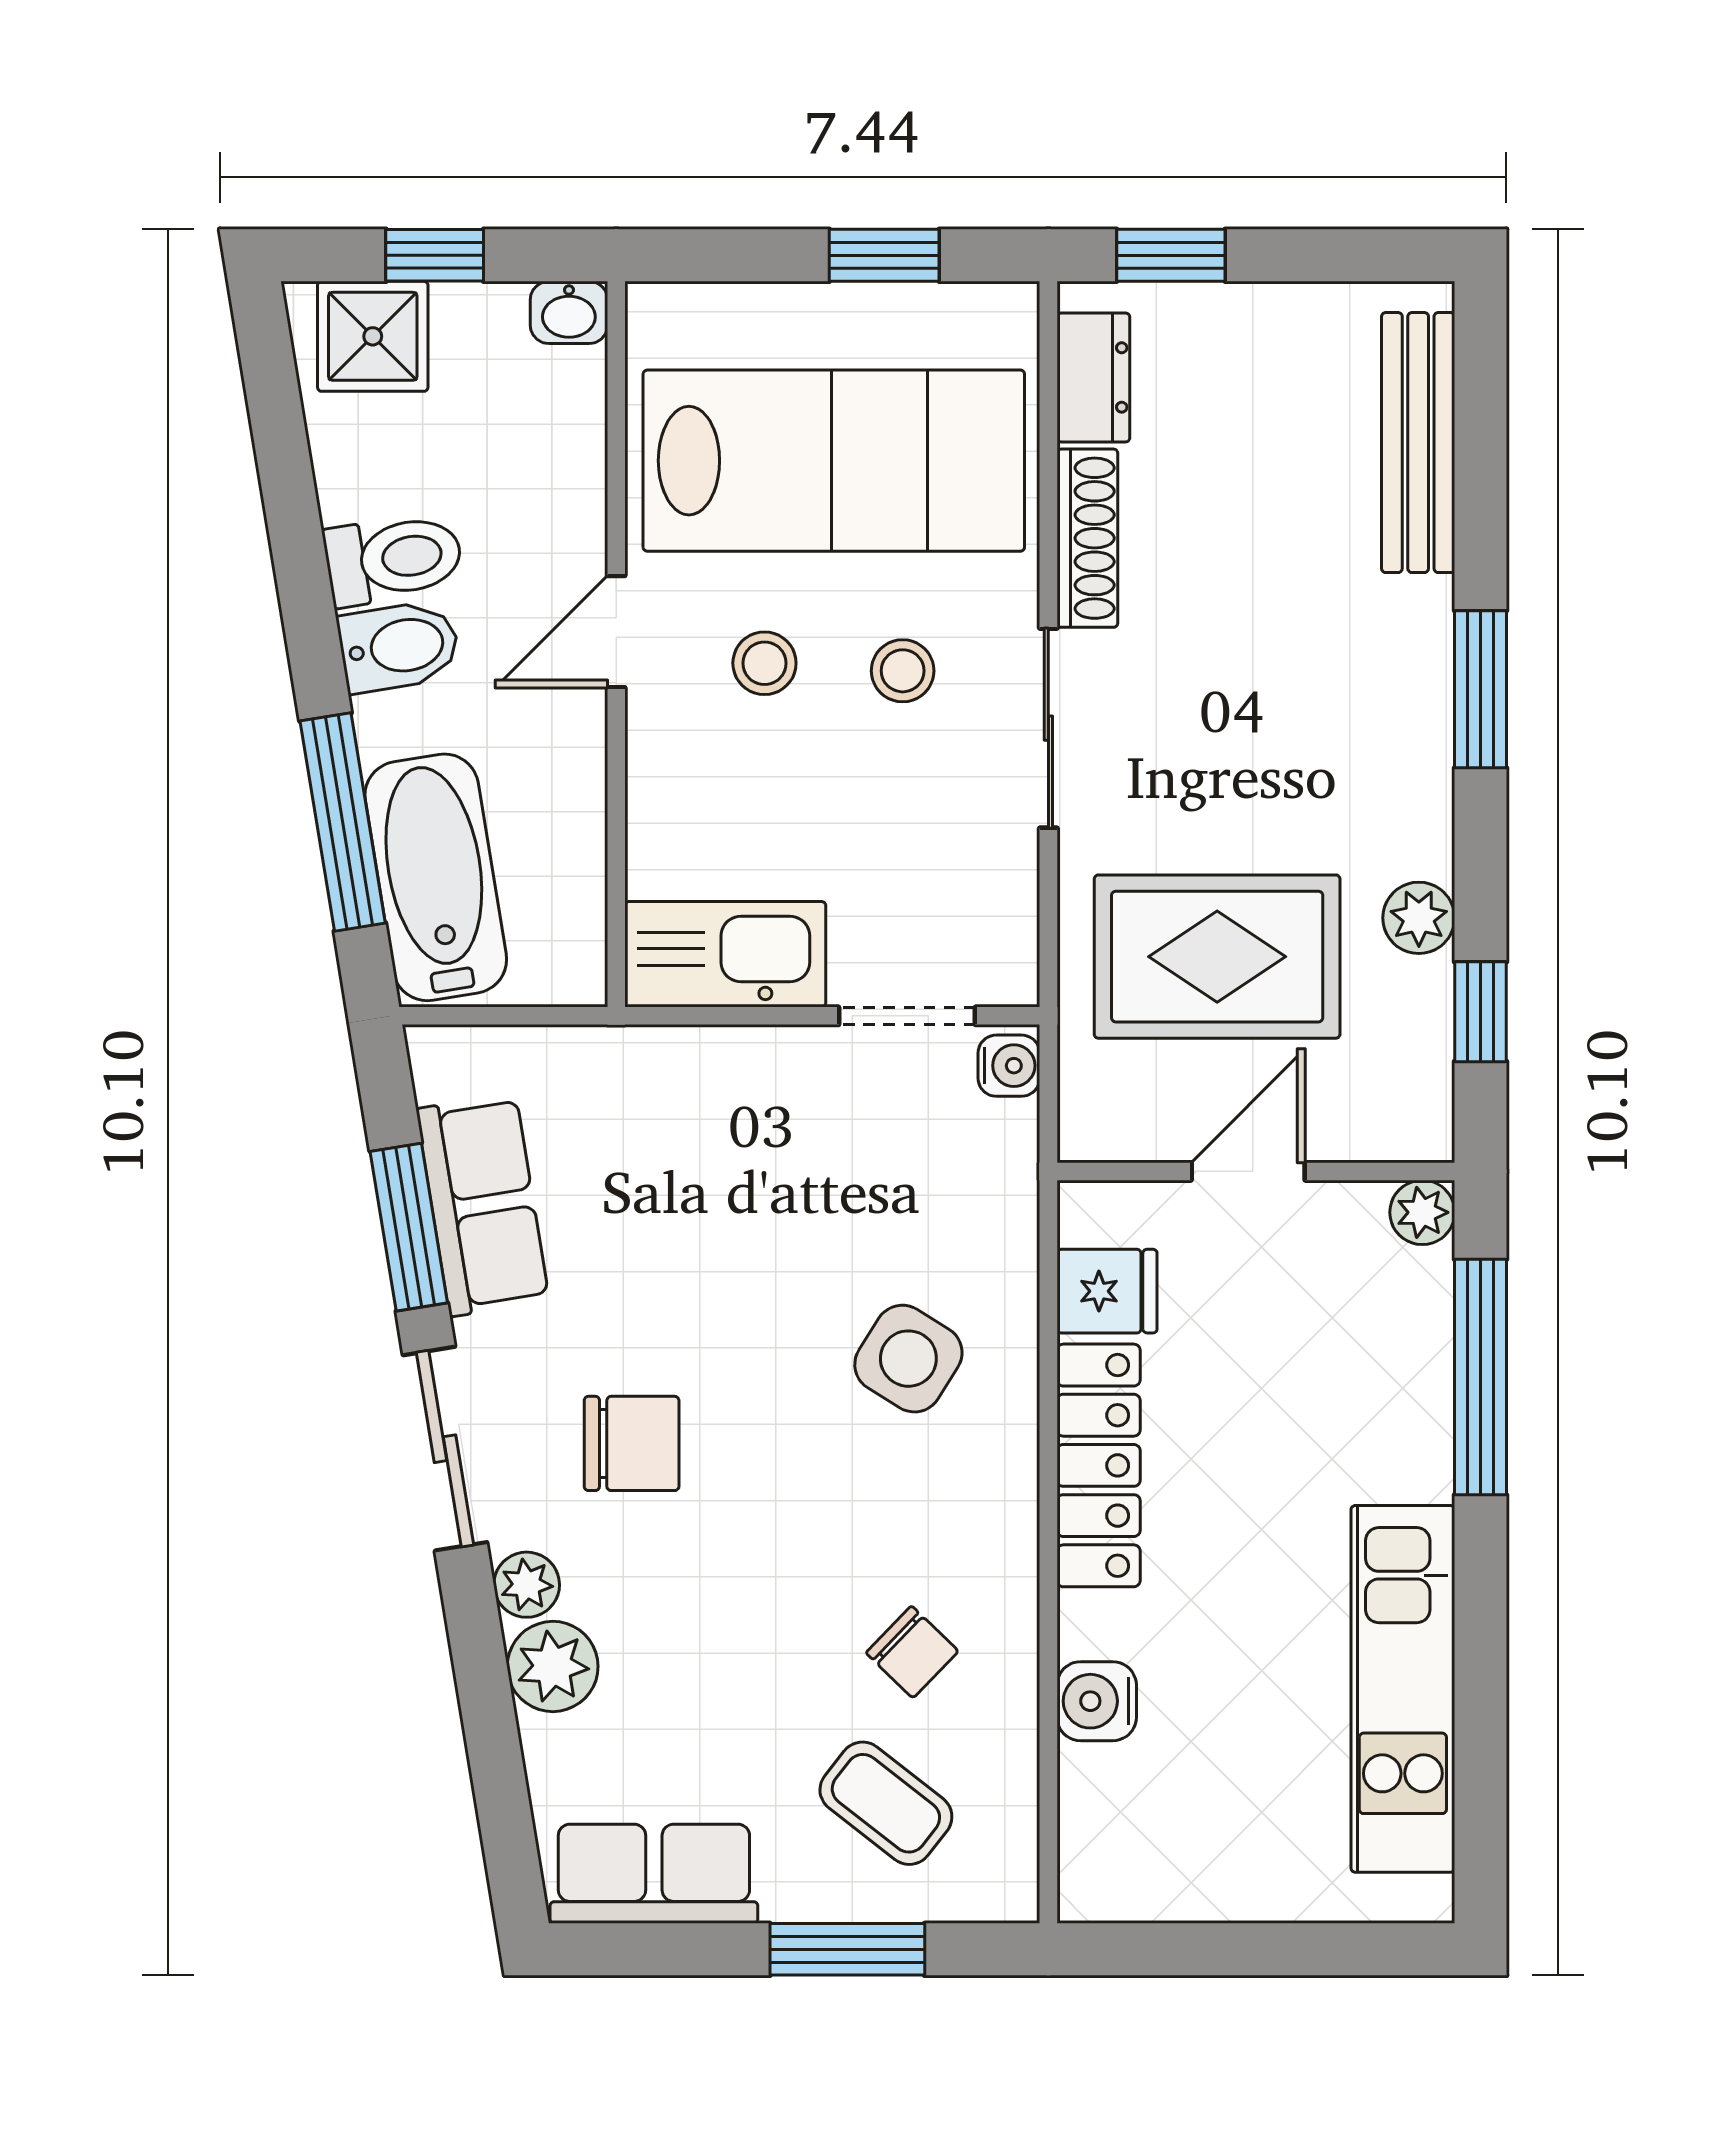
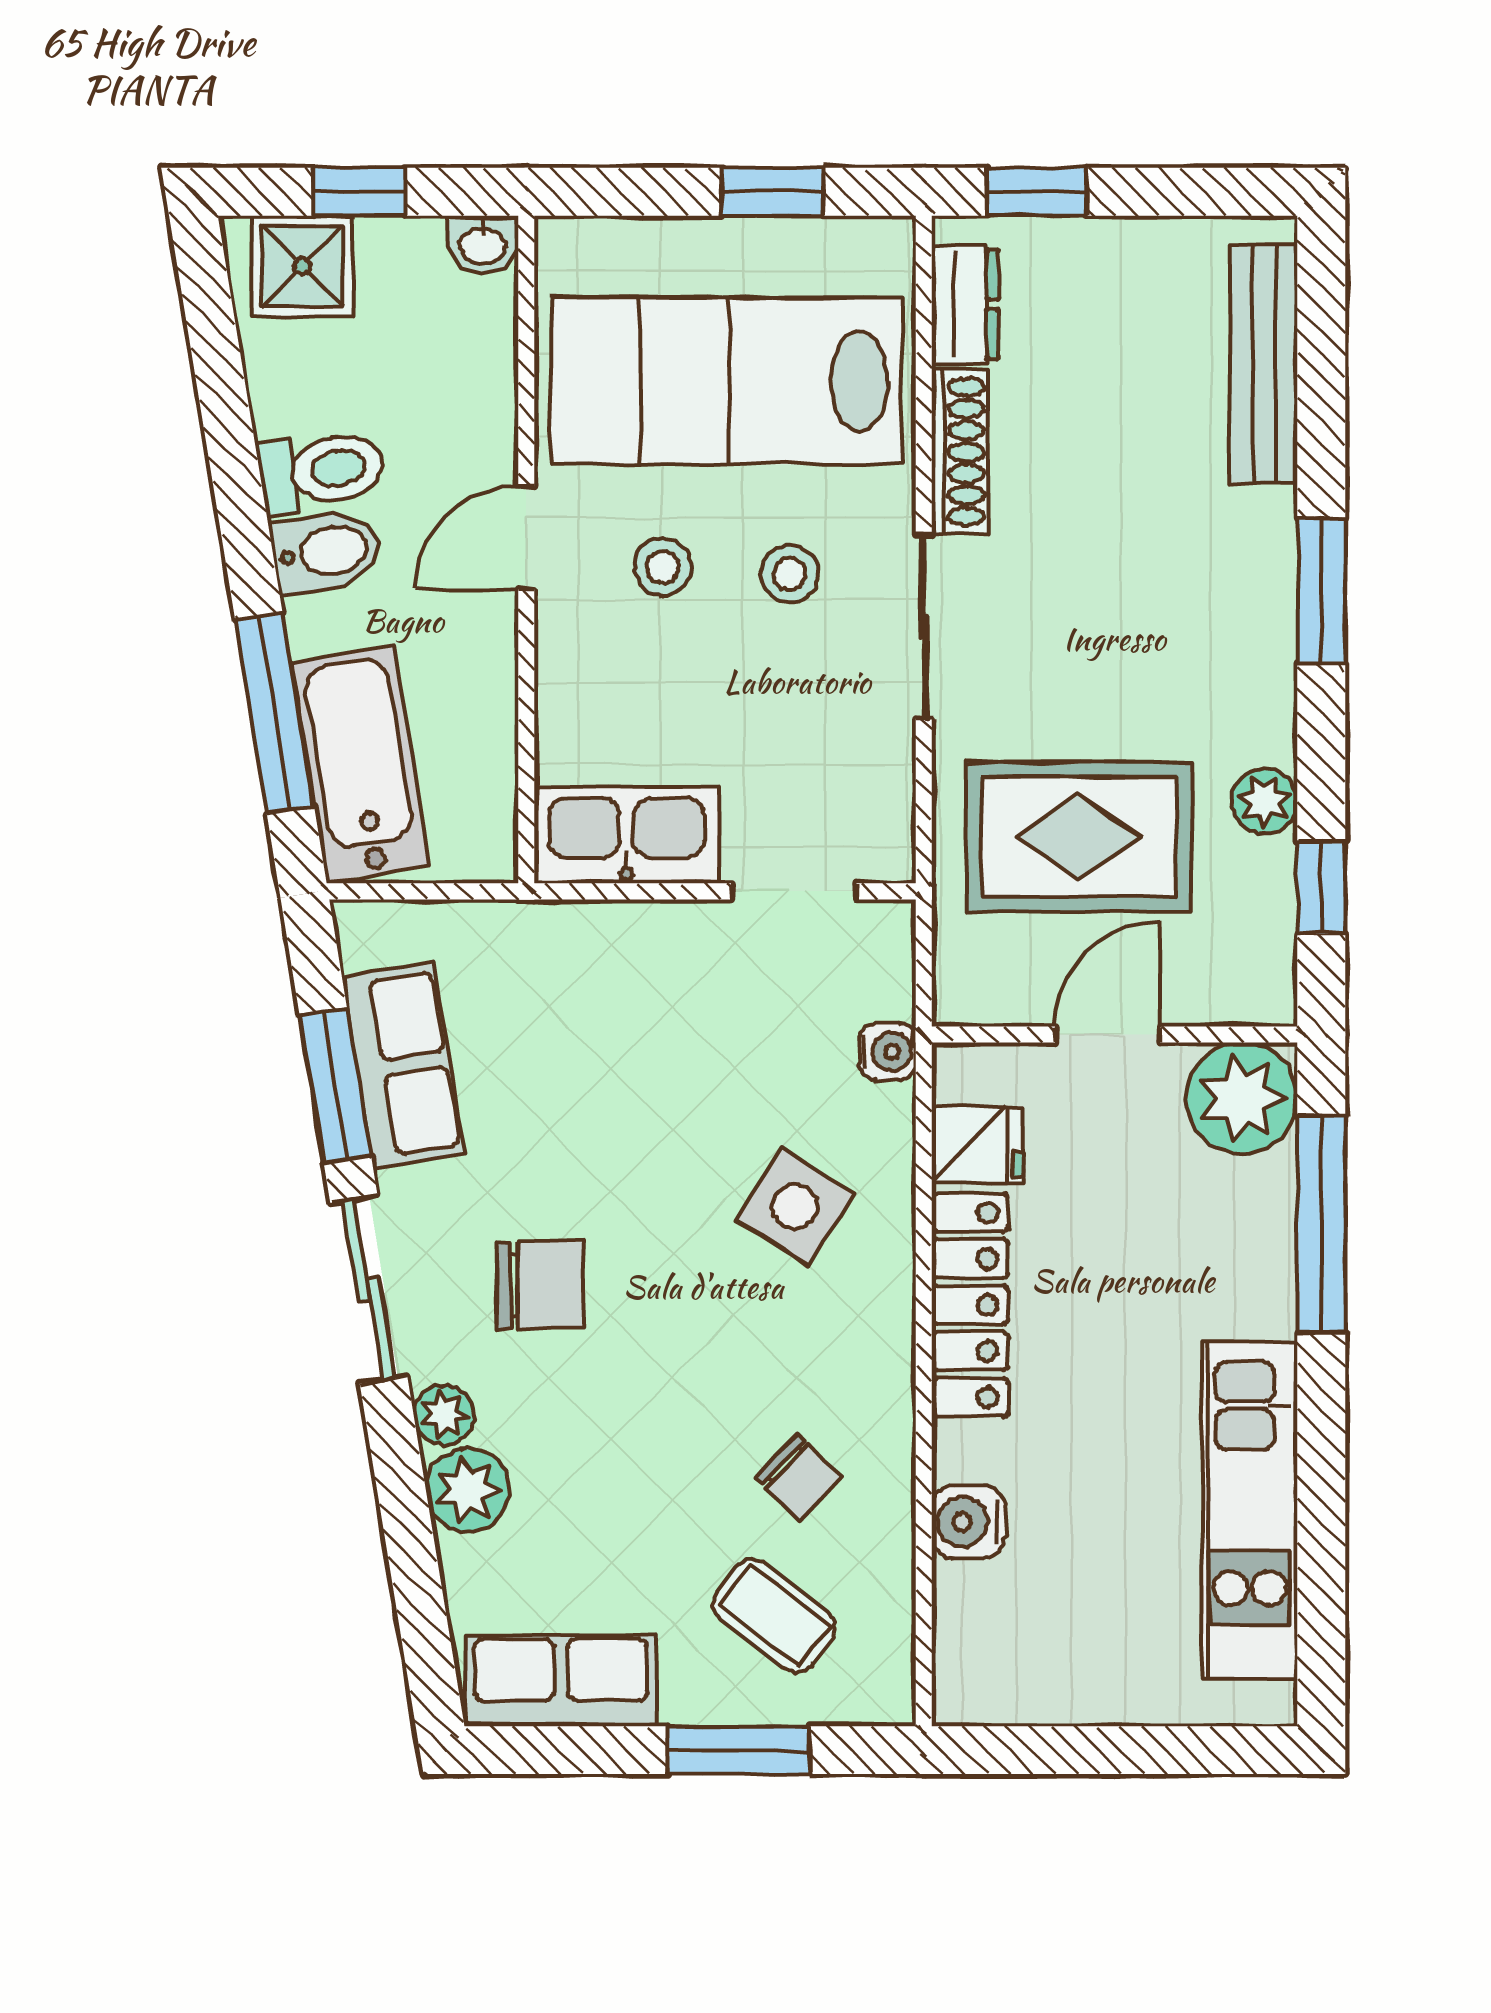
lab bench: (834, 461) -> (726, 381), turned 180
water cooler: (1009, 1066) -> (887, 1052), moved
plant: (1422, 1212) -> (1242, 1098), width x1.88, depth x1.88

